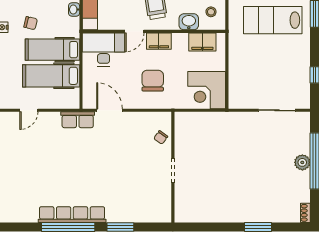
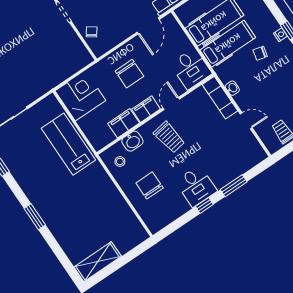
lab bench: (273, 20) -> (68, 144), moved, turned -90
filing cabinet: (202, 42) -> (124, 123), moved
desk: (104, 49) -> (191, 69), width x0.73
door: (110, 110) -> (148, 26), hinge flipped

